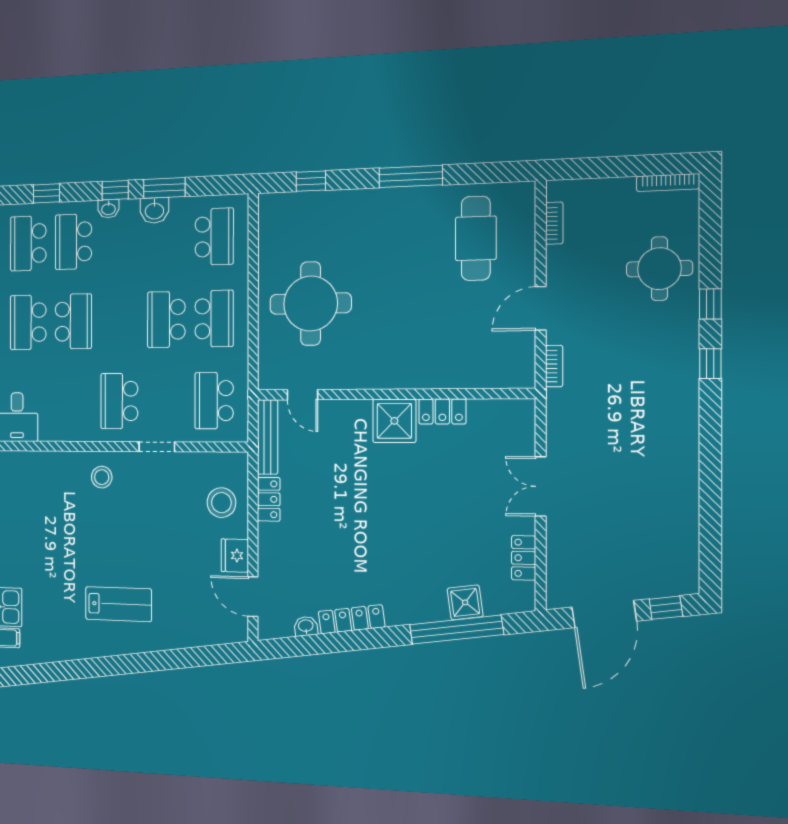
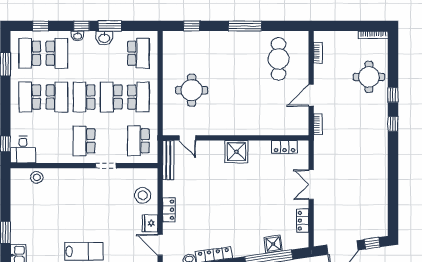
school desk: (73, 242) -> (57, 53), turned 180
round table: (311, 304) -> (192, 90), width x0.73, depth x0.73
school desk: (119, 321) -> (84, 97), added
locker: (442, 412) -> (285, 147), moved
stool: (102, 477) -> (37, 177), moved
locker: (269, 499) -> (169, 210), moved

